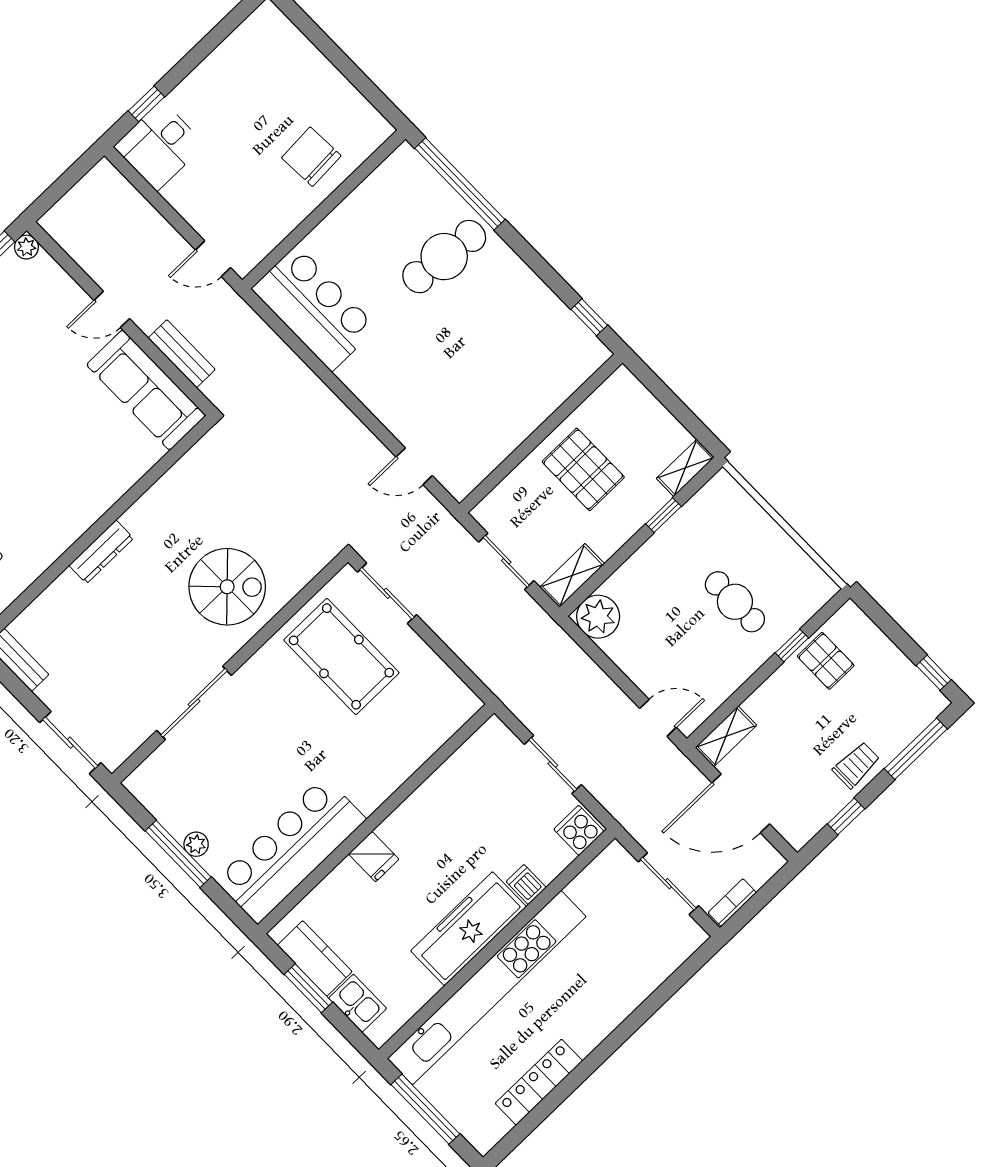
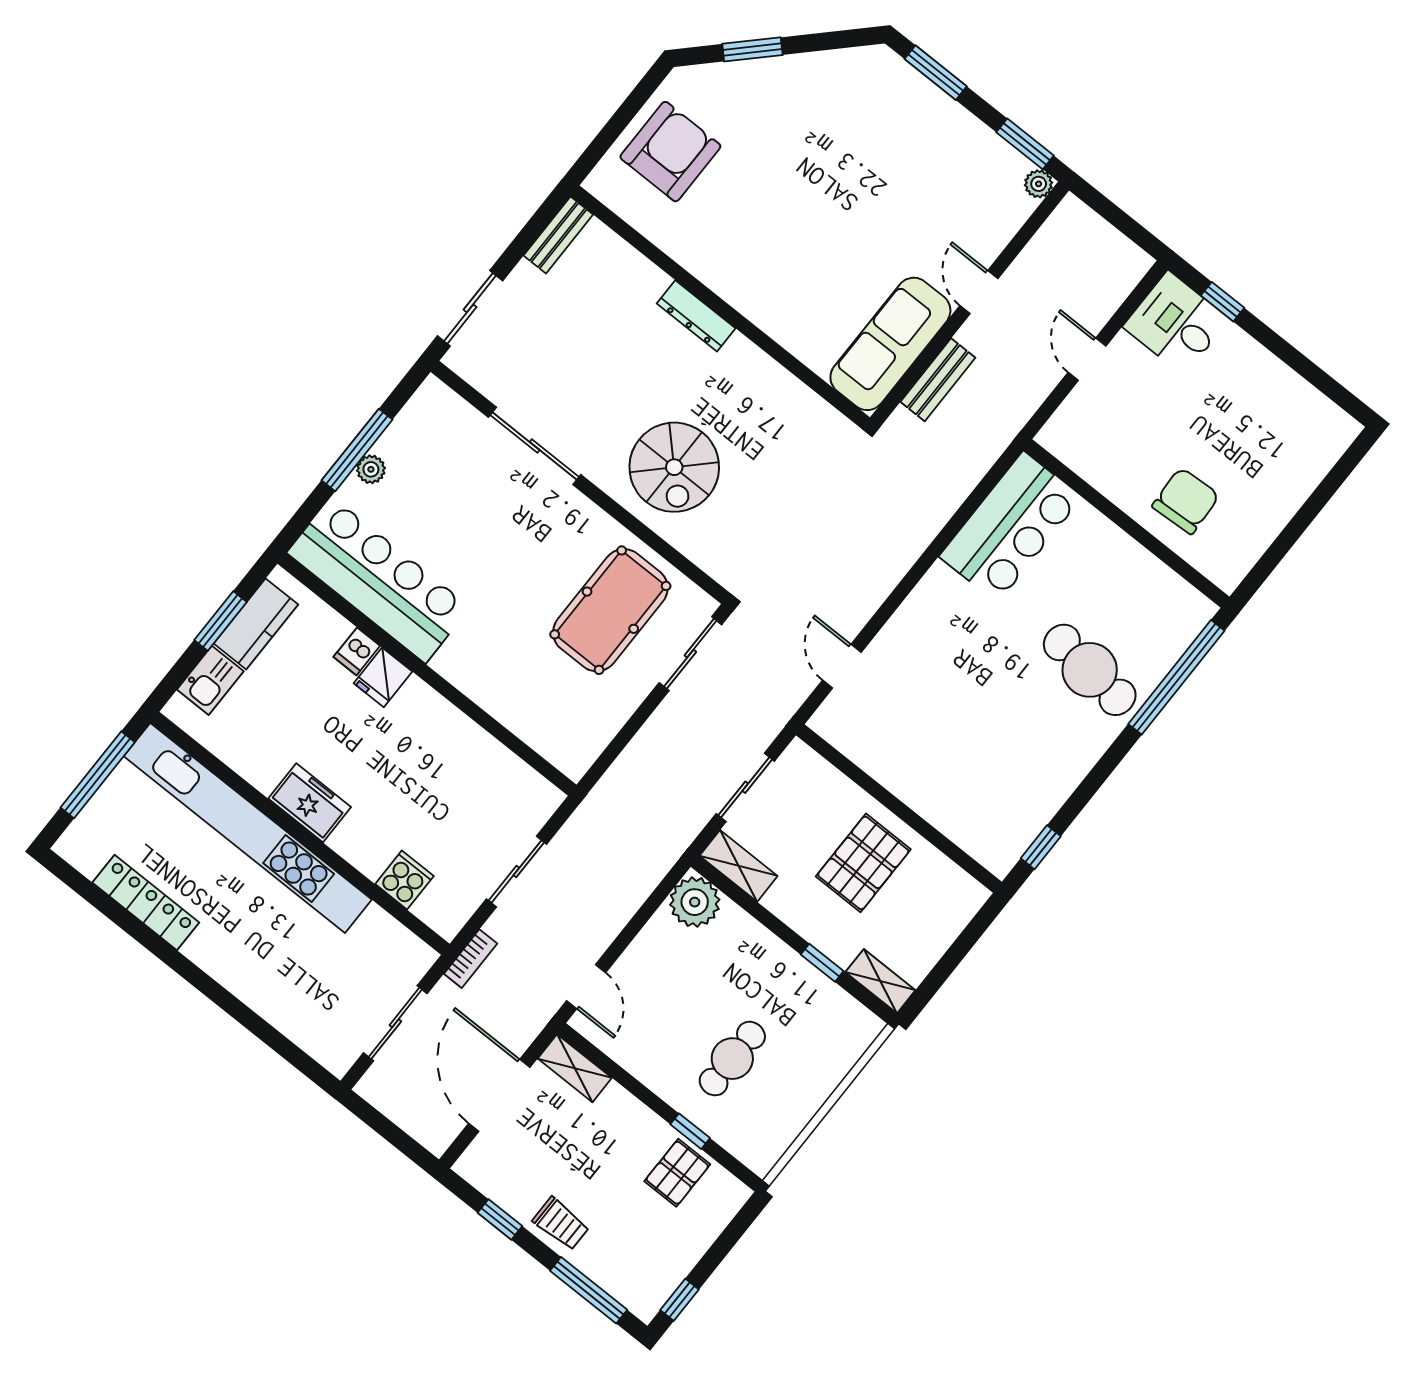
door: (213, 259) -> (1087, 359), moved
cooker: (579, 830) -> (404, 880), moved
dishwasher: (526, 885) -> (357, 651), moved, turned 180
bookcase: (732, 903) -> (471, 959), moved, turned 90
freezer: (469, 929) -> (310, 803), width x0.52, depth x0.79

